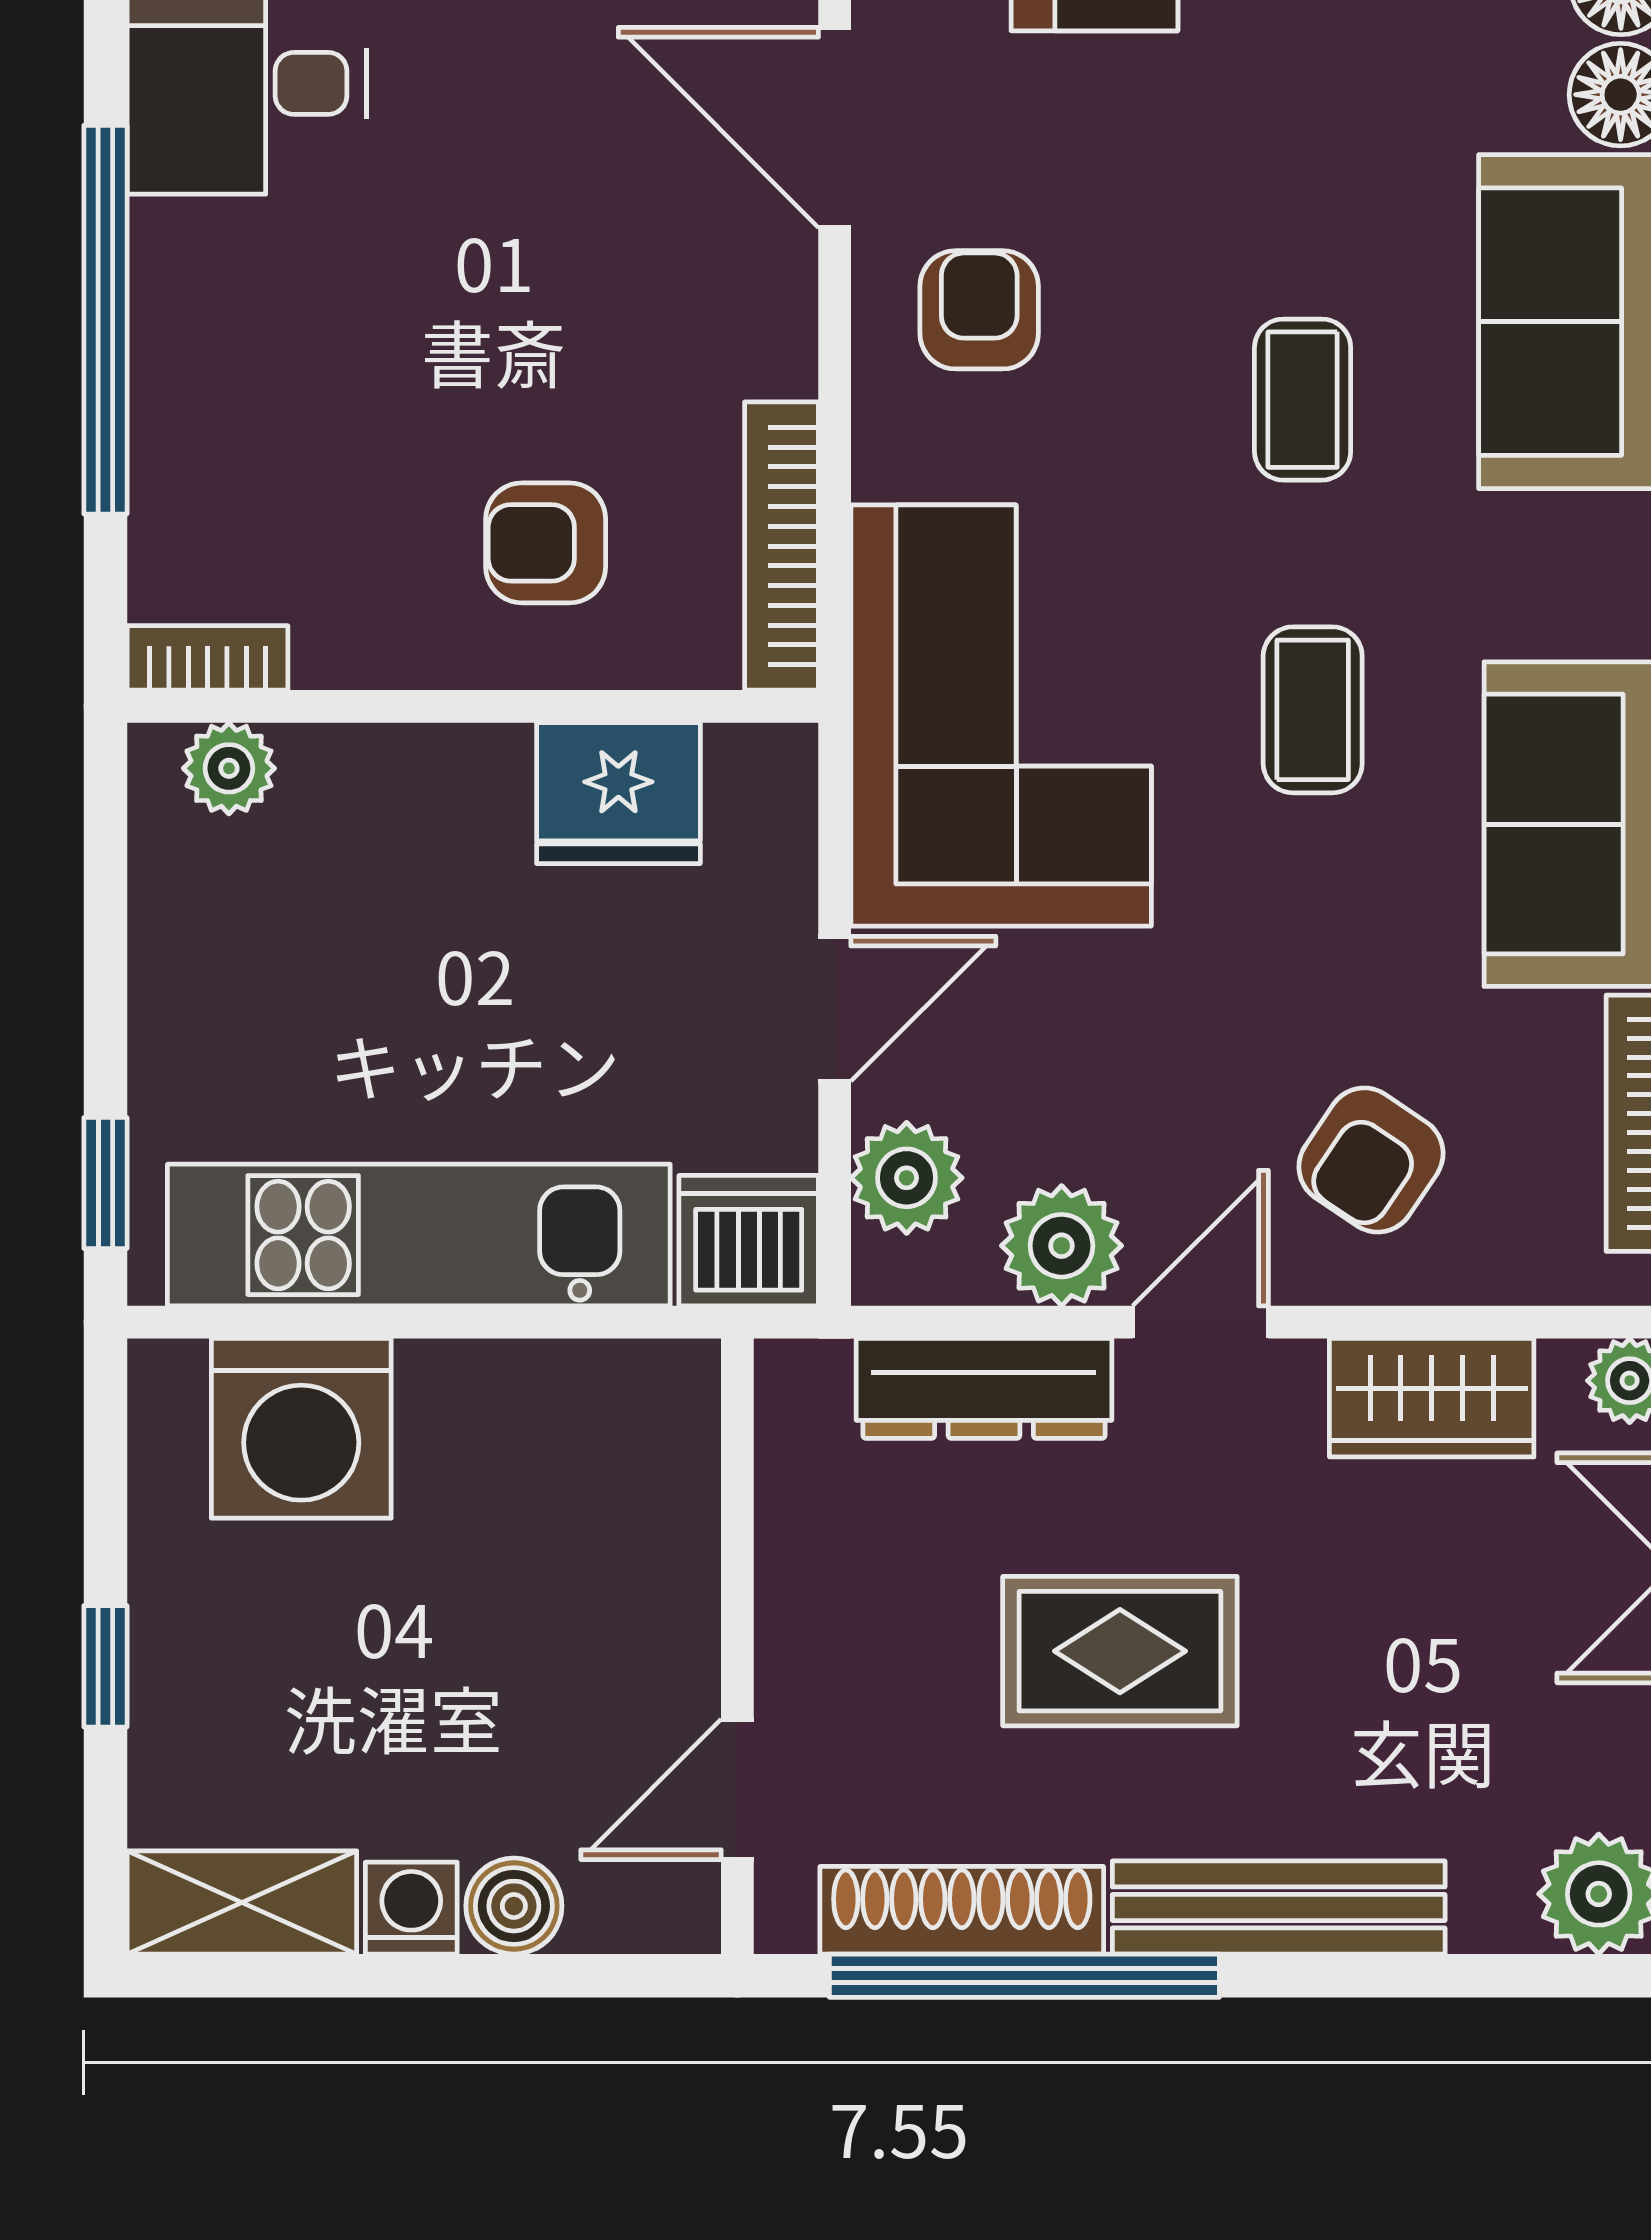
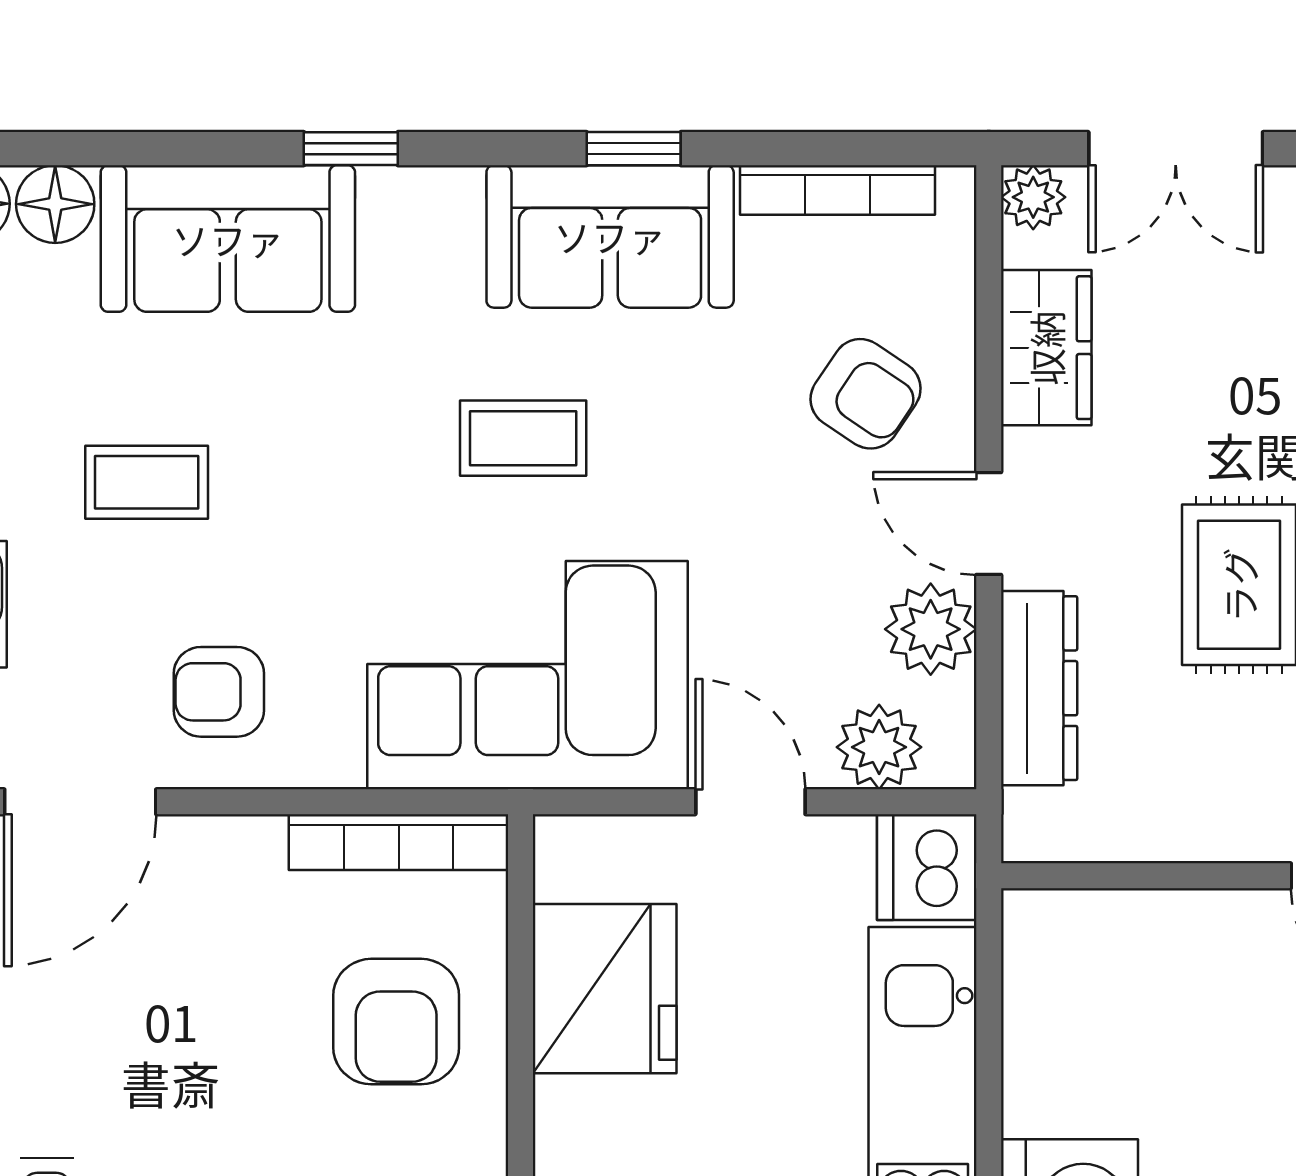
coffee table: (1303, 400) -> (147, 482), moved
armchair: (546, 543) -> (396, 1022), width x1.38, depth x1.38
fridge: (618, 793) -> (605, 989), width x1.36, depth x1.34

